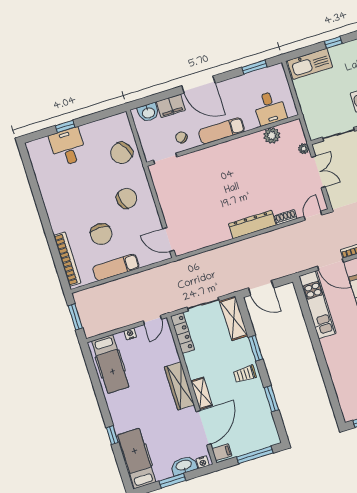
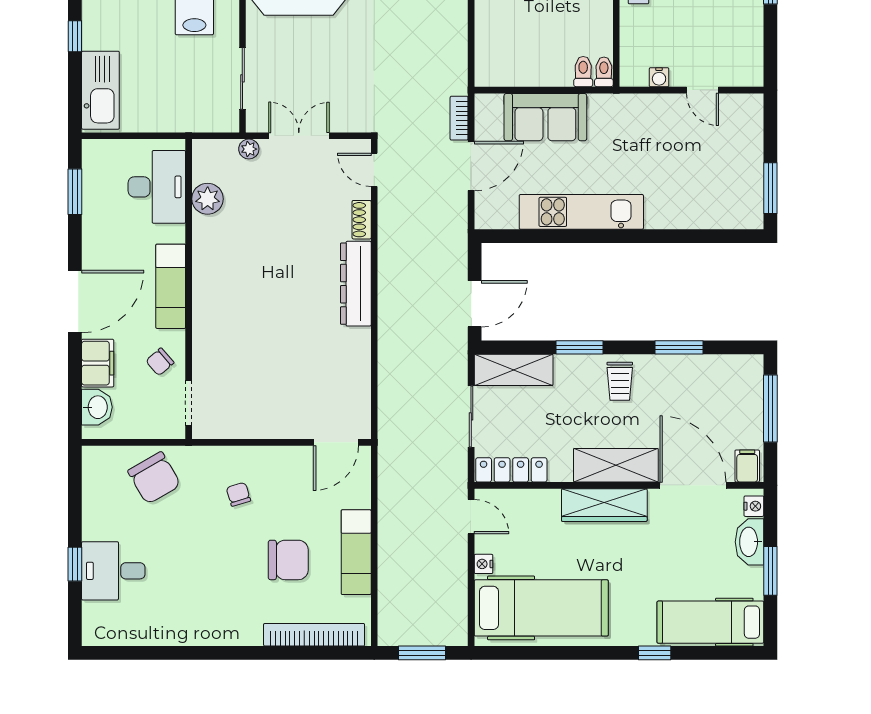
desk: (270, 108) -> (157, 187), width x1.37
chair: (127, 198) -> (238, 494), width x0.54, depth x0.54
kitchen unit: (318, 305) -> (581, 212), moved
hospital bed: (110, 364) -> (541, 608), width x1.37, depth x1.29
shelving: (202, 393) -> (616, 465), width x1.50, depth x1.33

